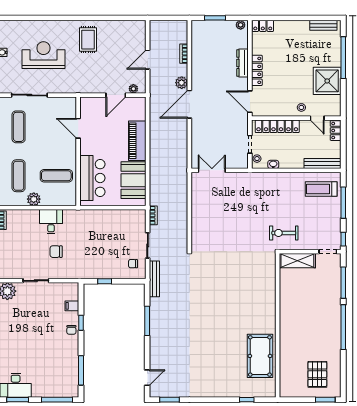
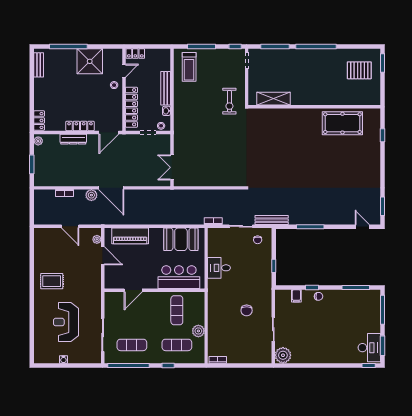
piano: (137, 141) -> (130, 236), moved
bench: (322, 164) -> (166, 88), moved
desk: (51, 222) -> (219, 268), moved
shelving: (297, 261) -> (273, 99), moved, turned 90

